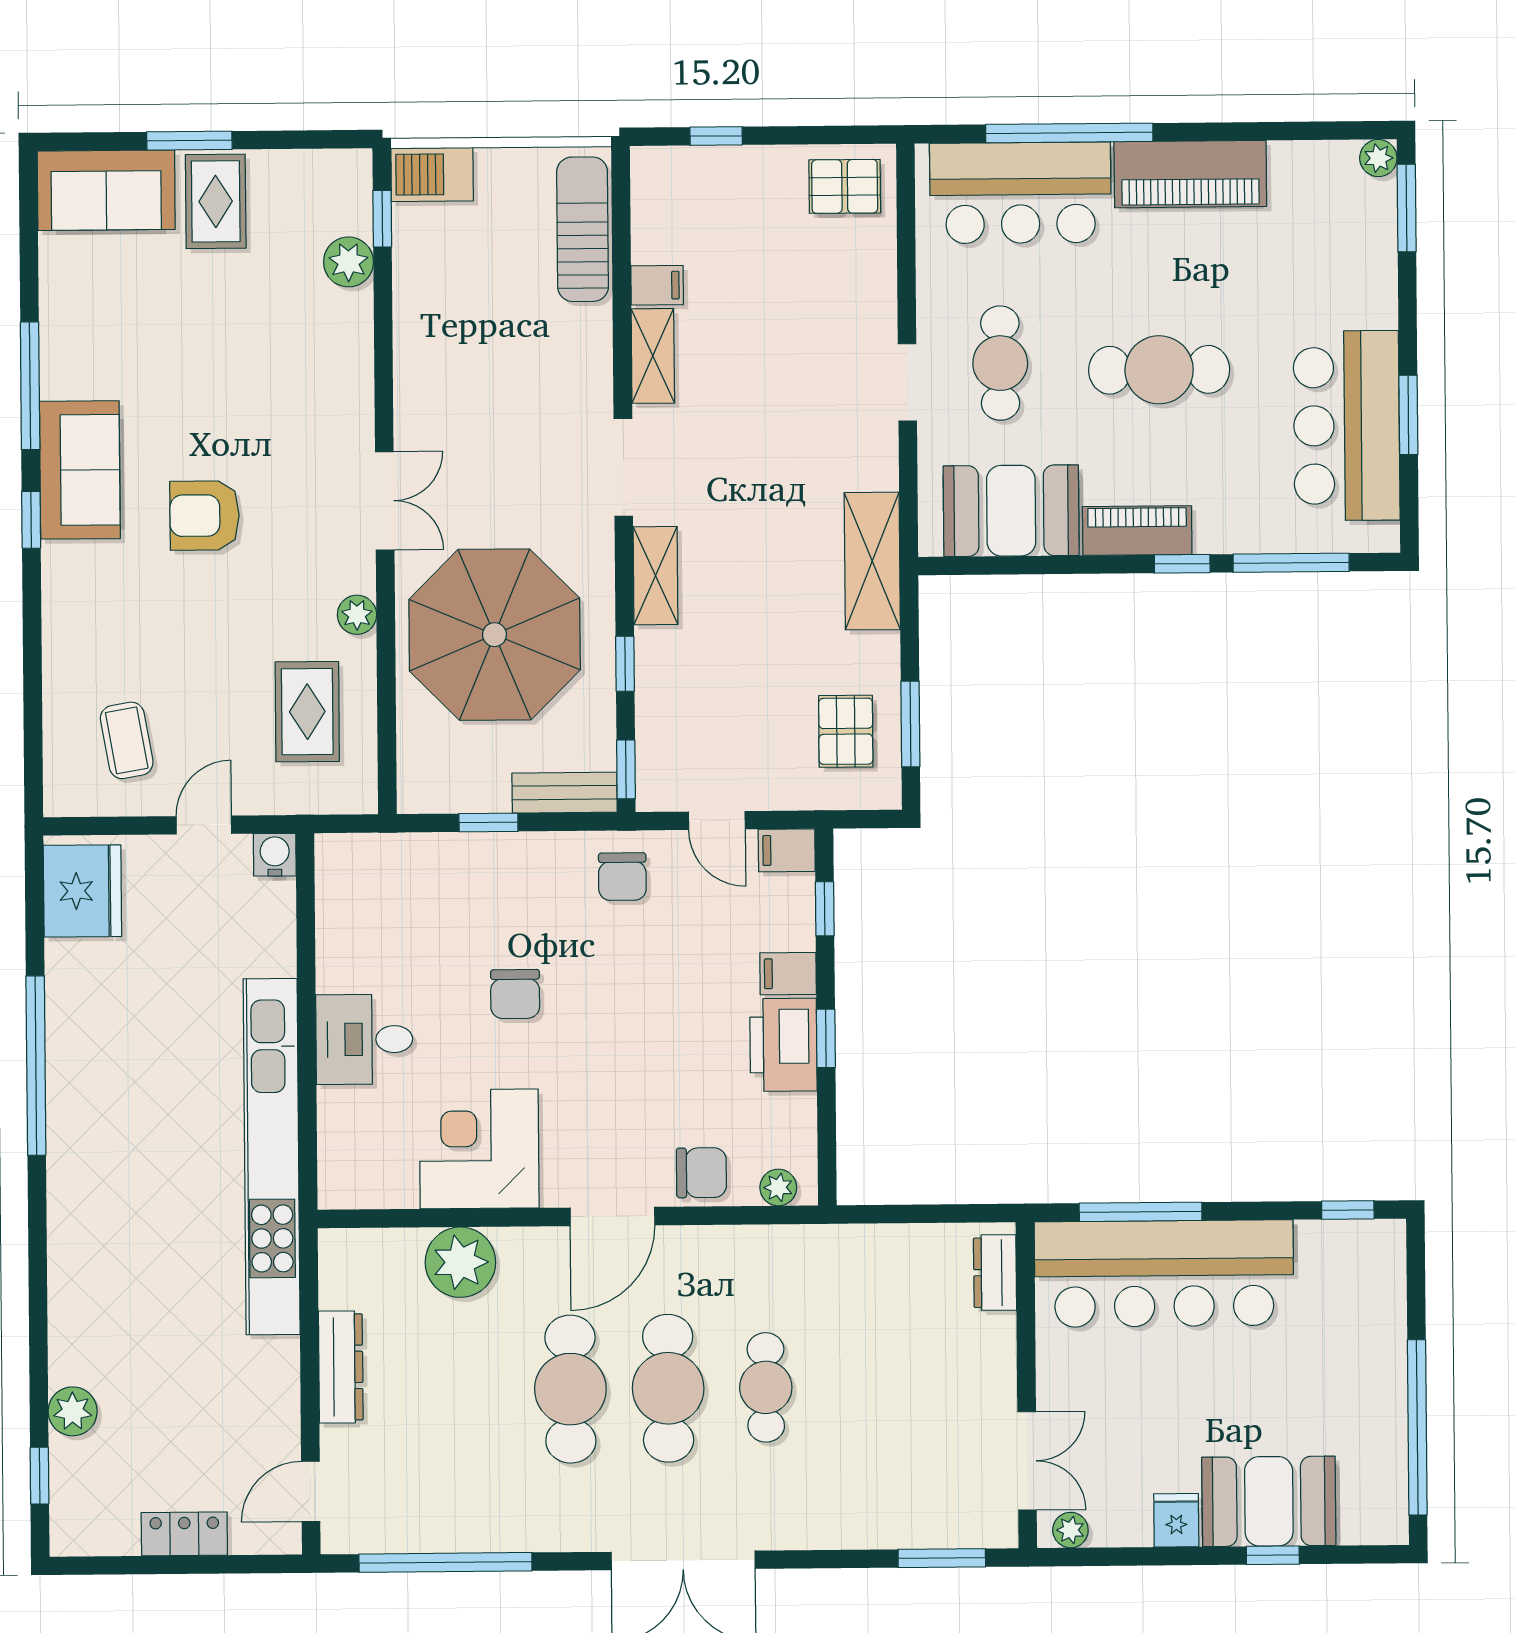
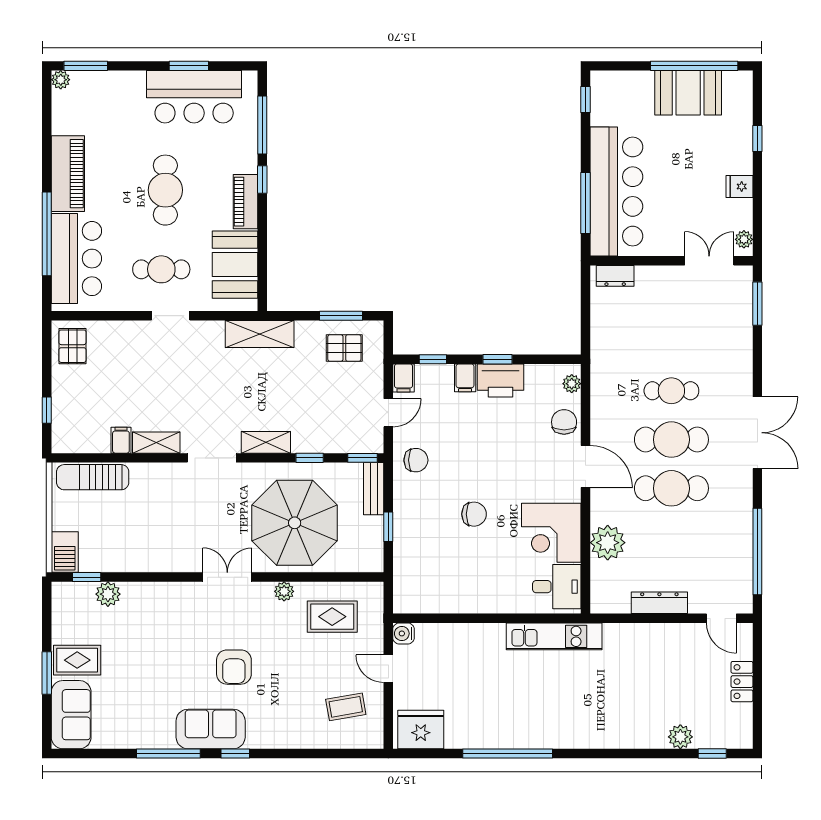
desk: (364, 1039) -> (557, 587), moved, turned -90
kitchen unit: (272, 1157) -> (554, 636), width x0.54
booth: (1269, 1501) -> (688, 93), moved, turned 90

